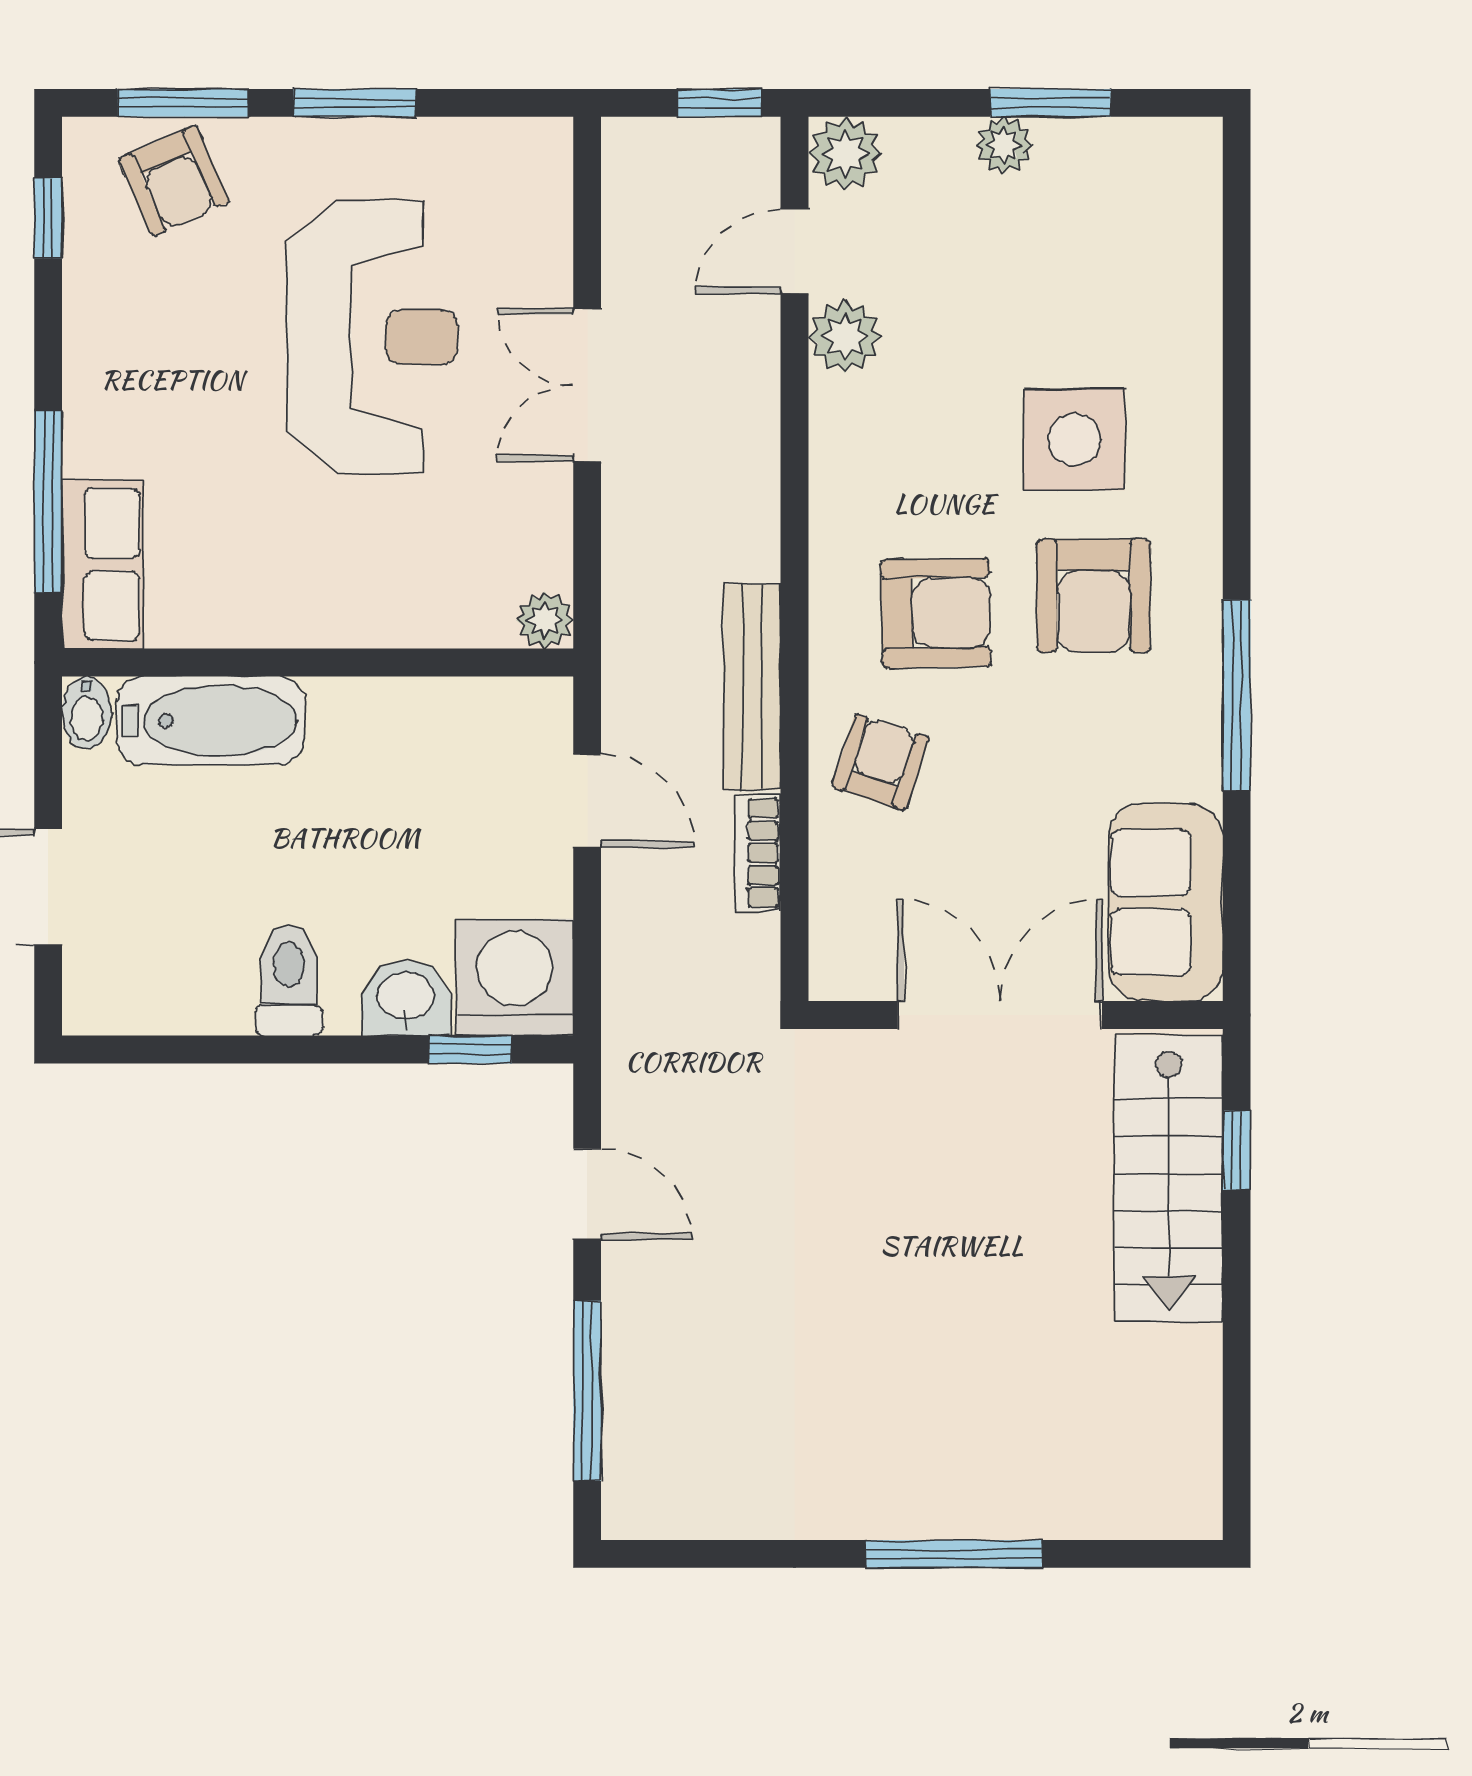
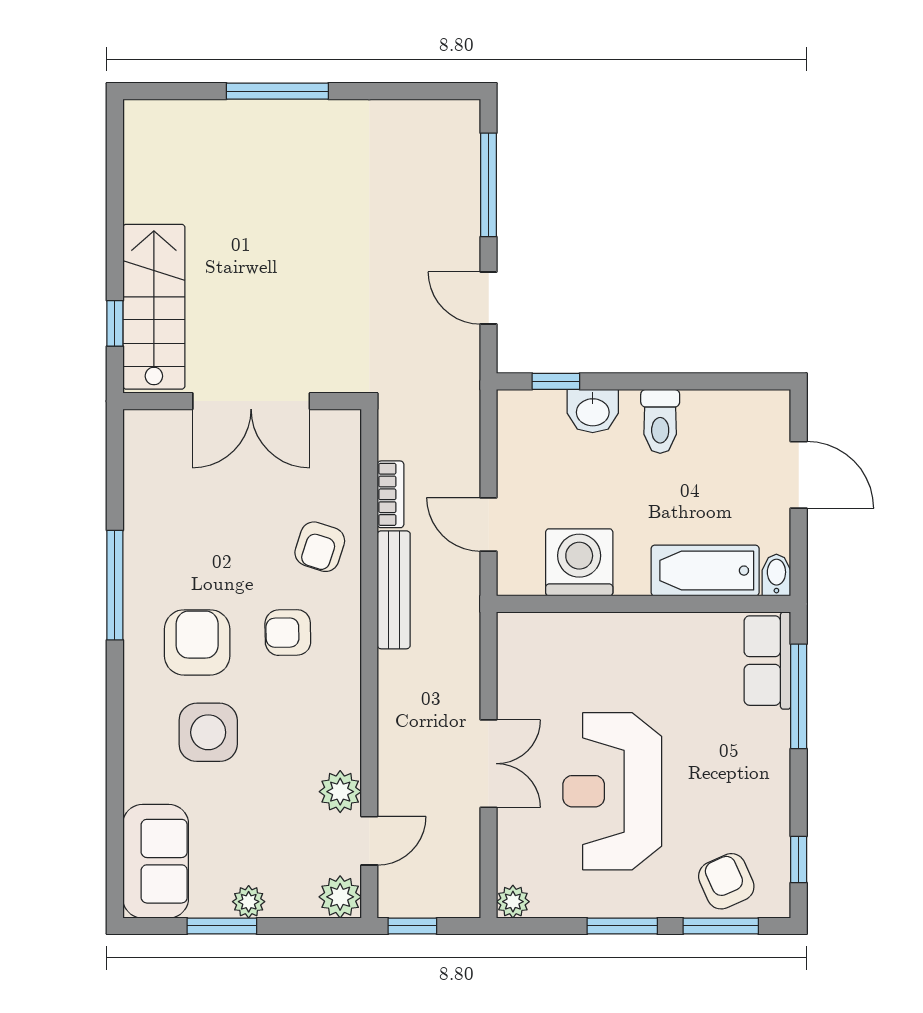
armchair: (936, 613) -> (288, 633), width x0.72, depth x0.72
plant: (545, 620) -> (513, 902), moved
sofa: (1166, 902) -> (156, 861), moved
washing machine: (515, 977) -> (579, 562), moved, turned 180

